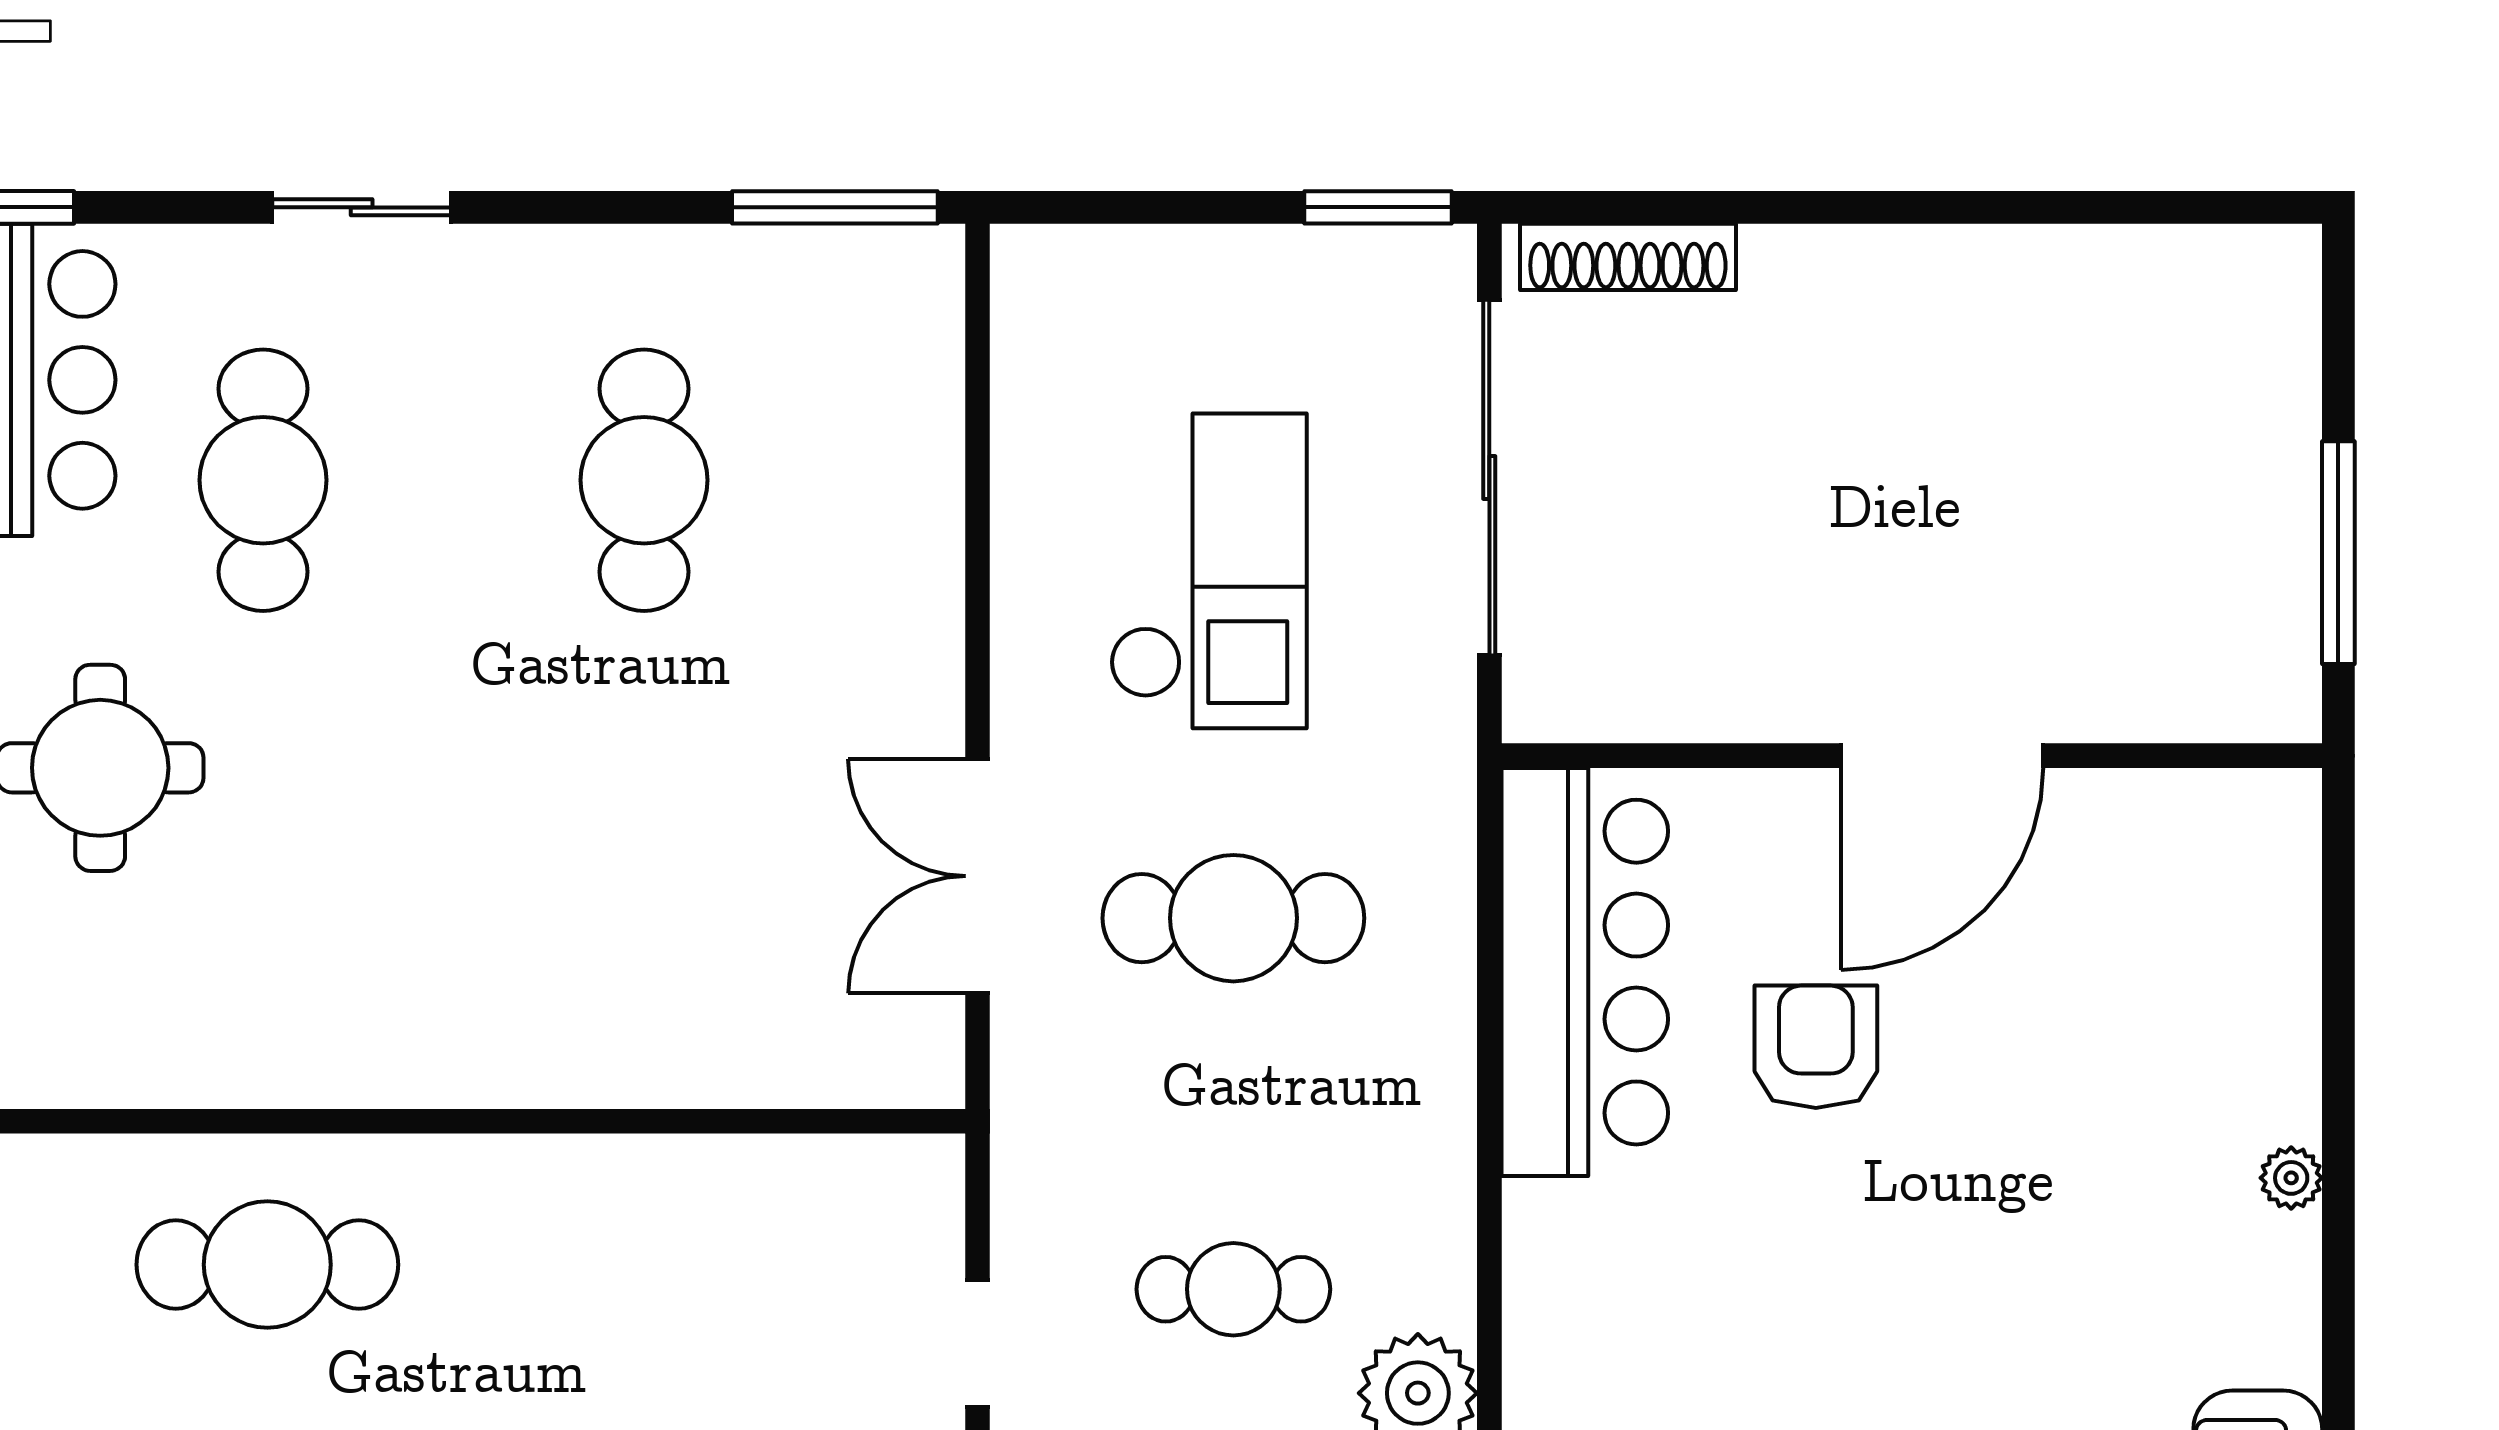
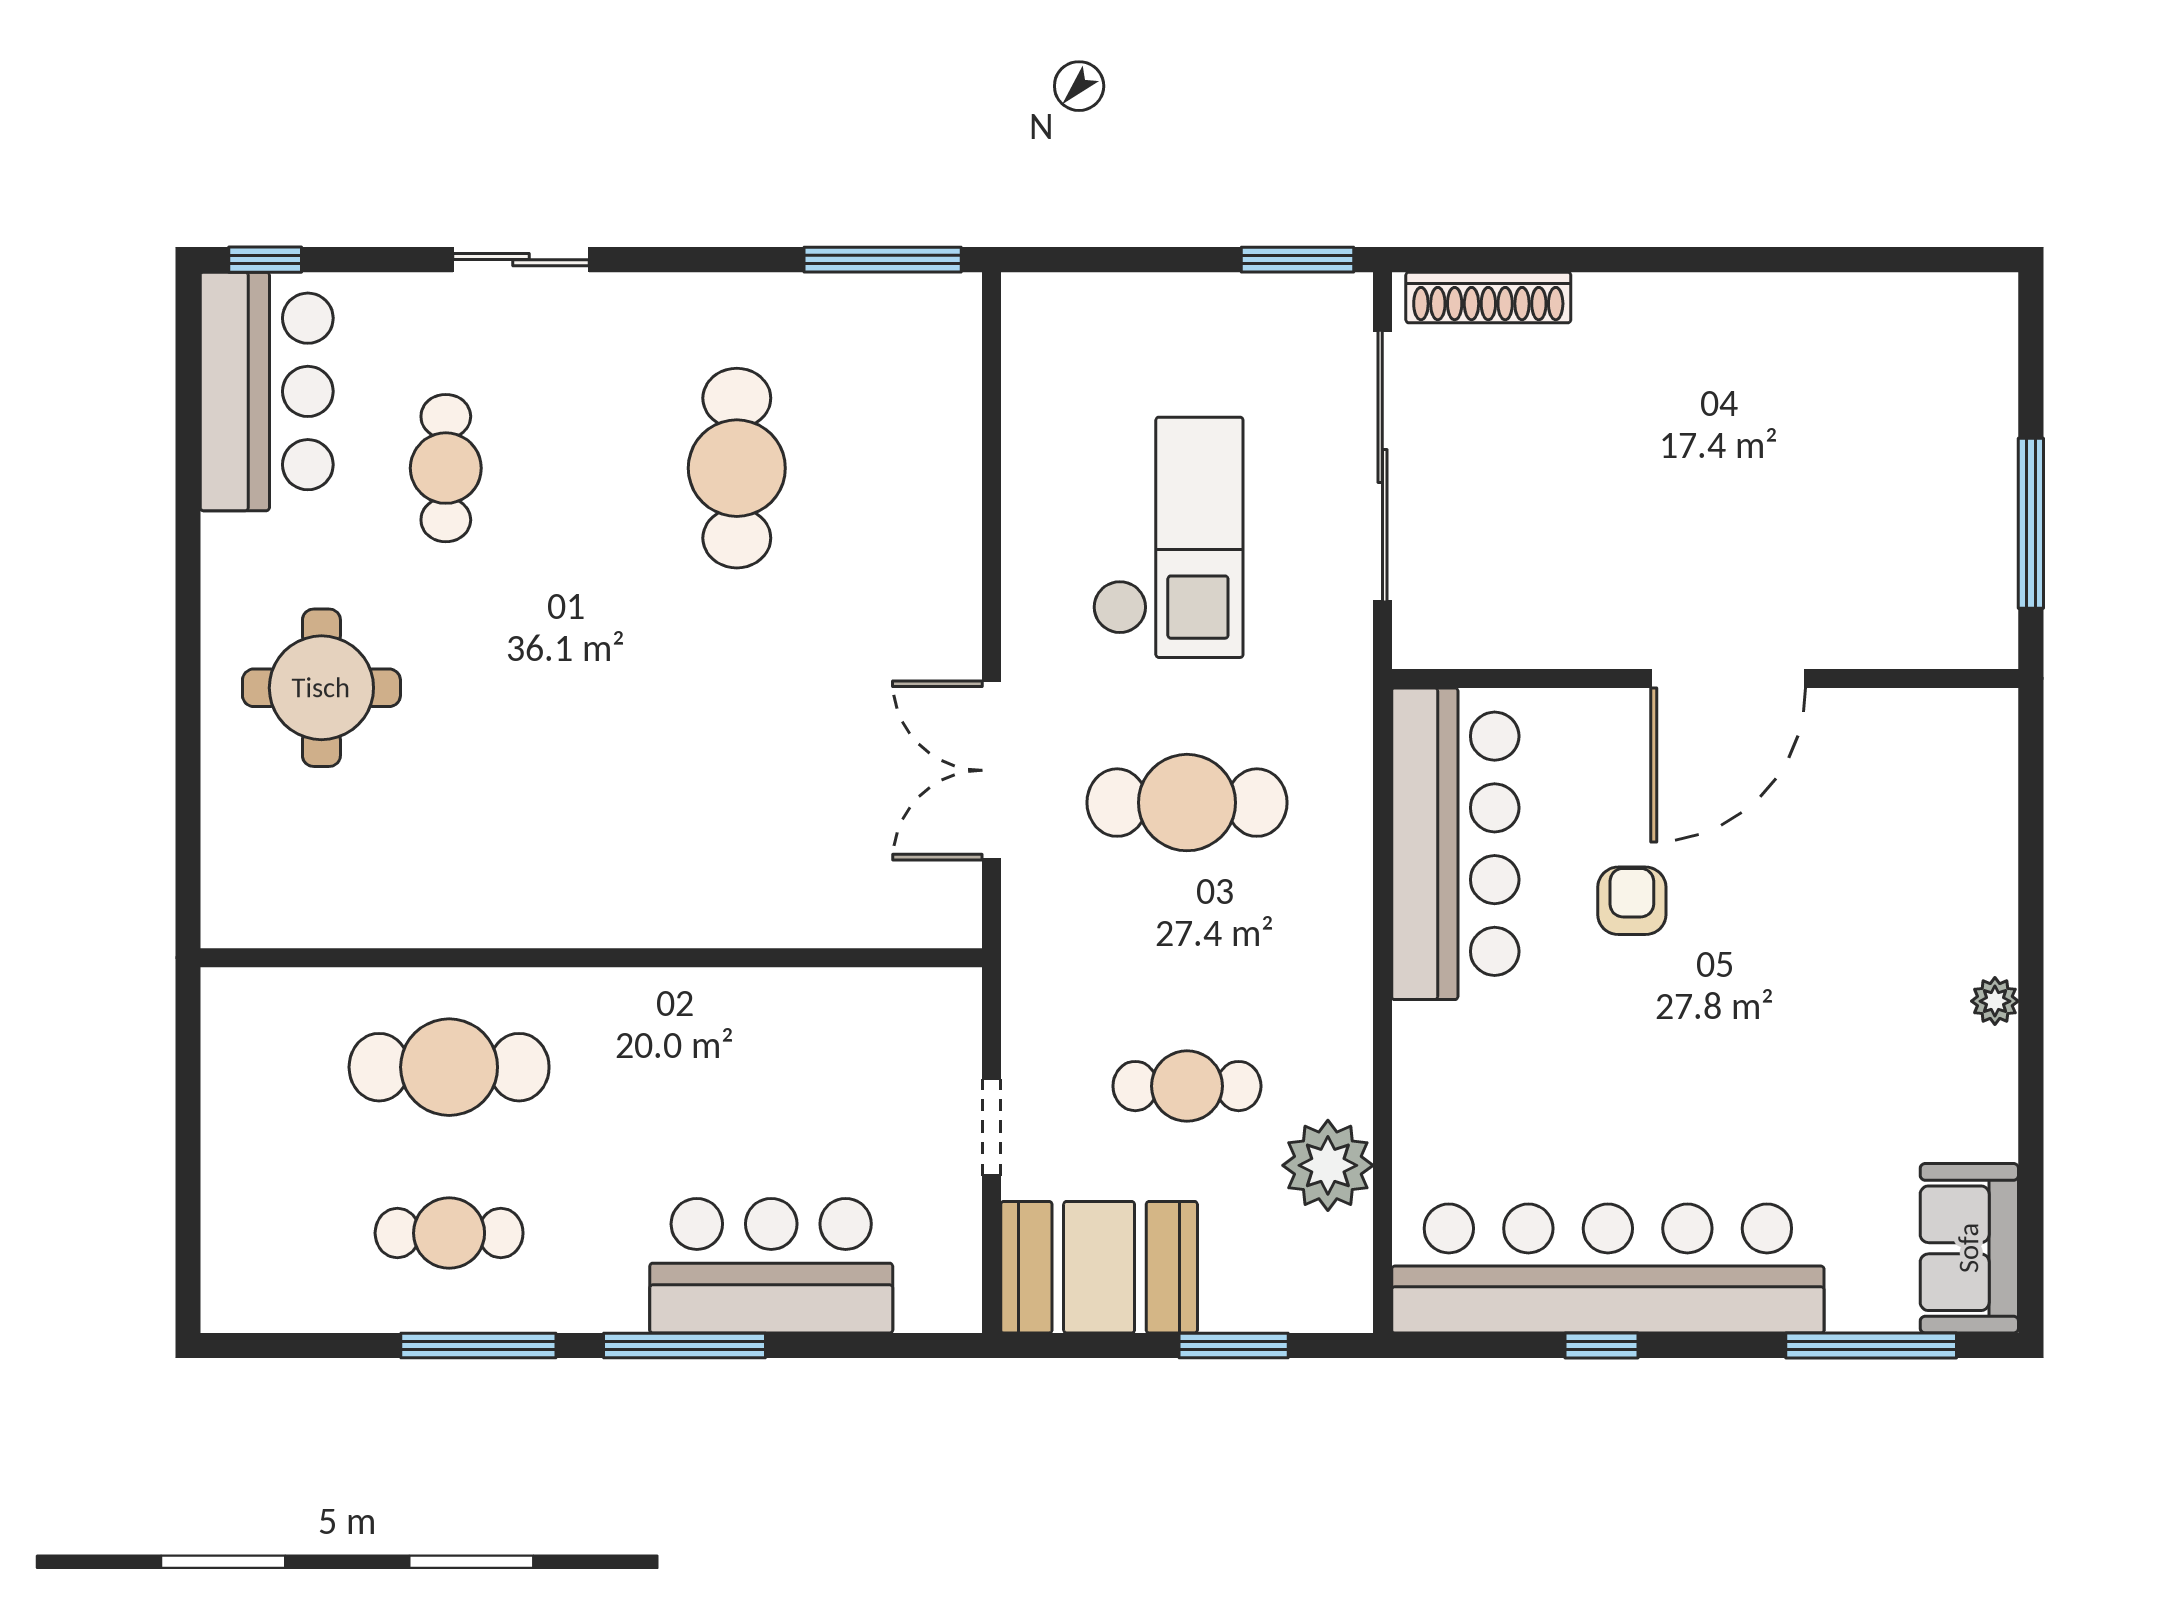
cafe table: (263, 480) -> (446, 468), width x0.73, depth x0.74
armchair: (1816, 1047) -> (1632, 901), width x0.72, depth x0.72

